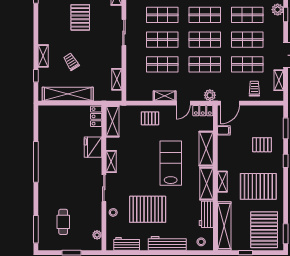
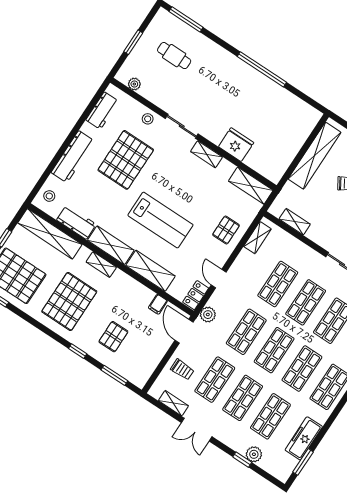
shelving: (165, 96) -> (257, 238), moved
locker: (96, 116) -> (268, 171), removed

